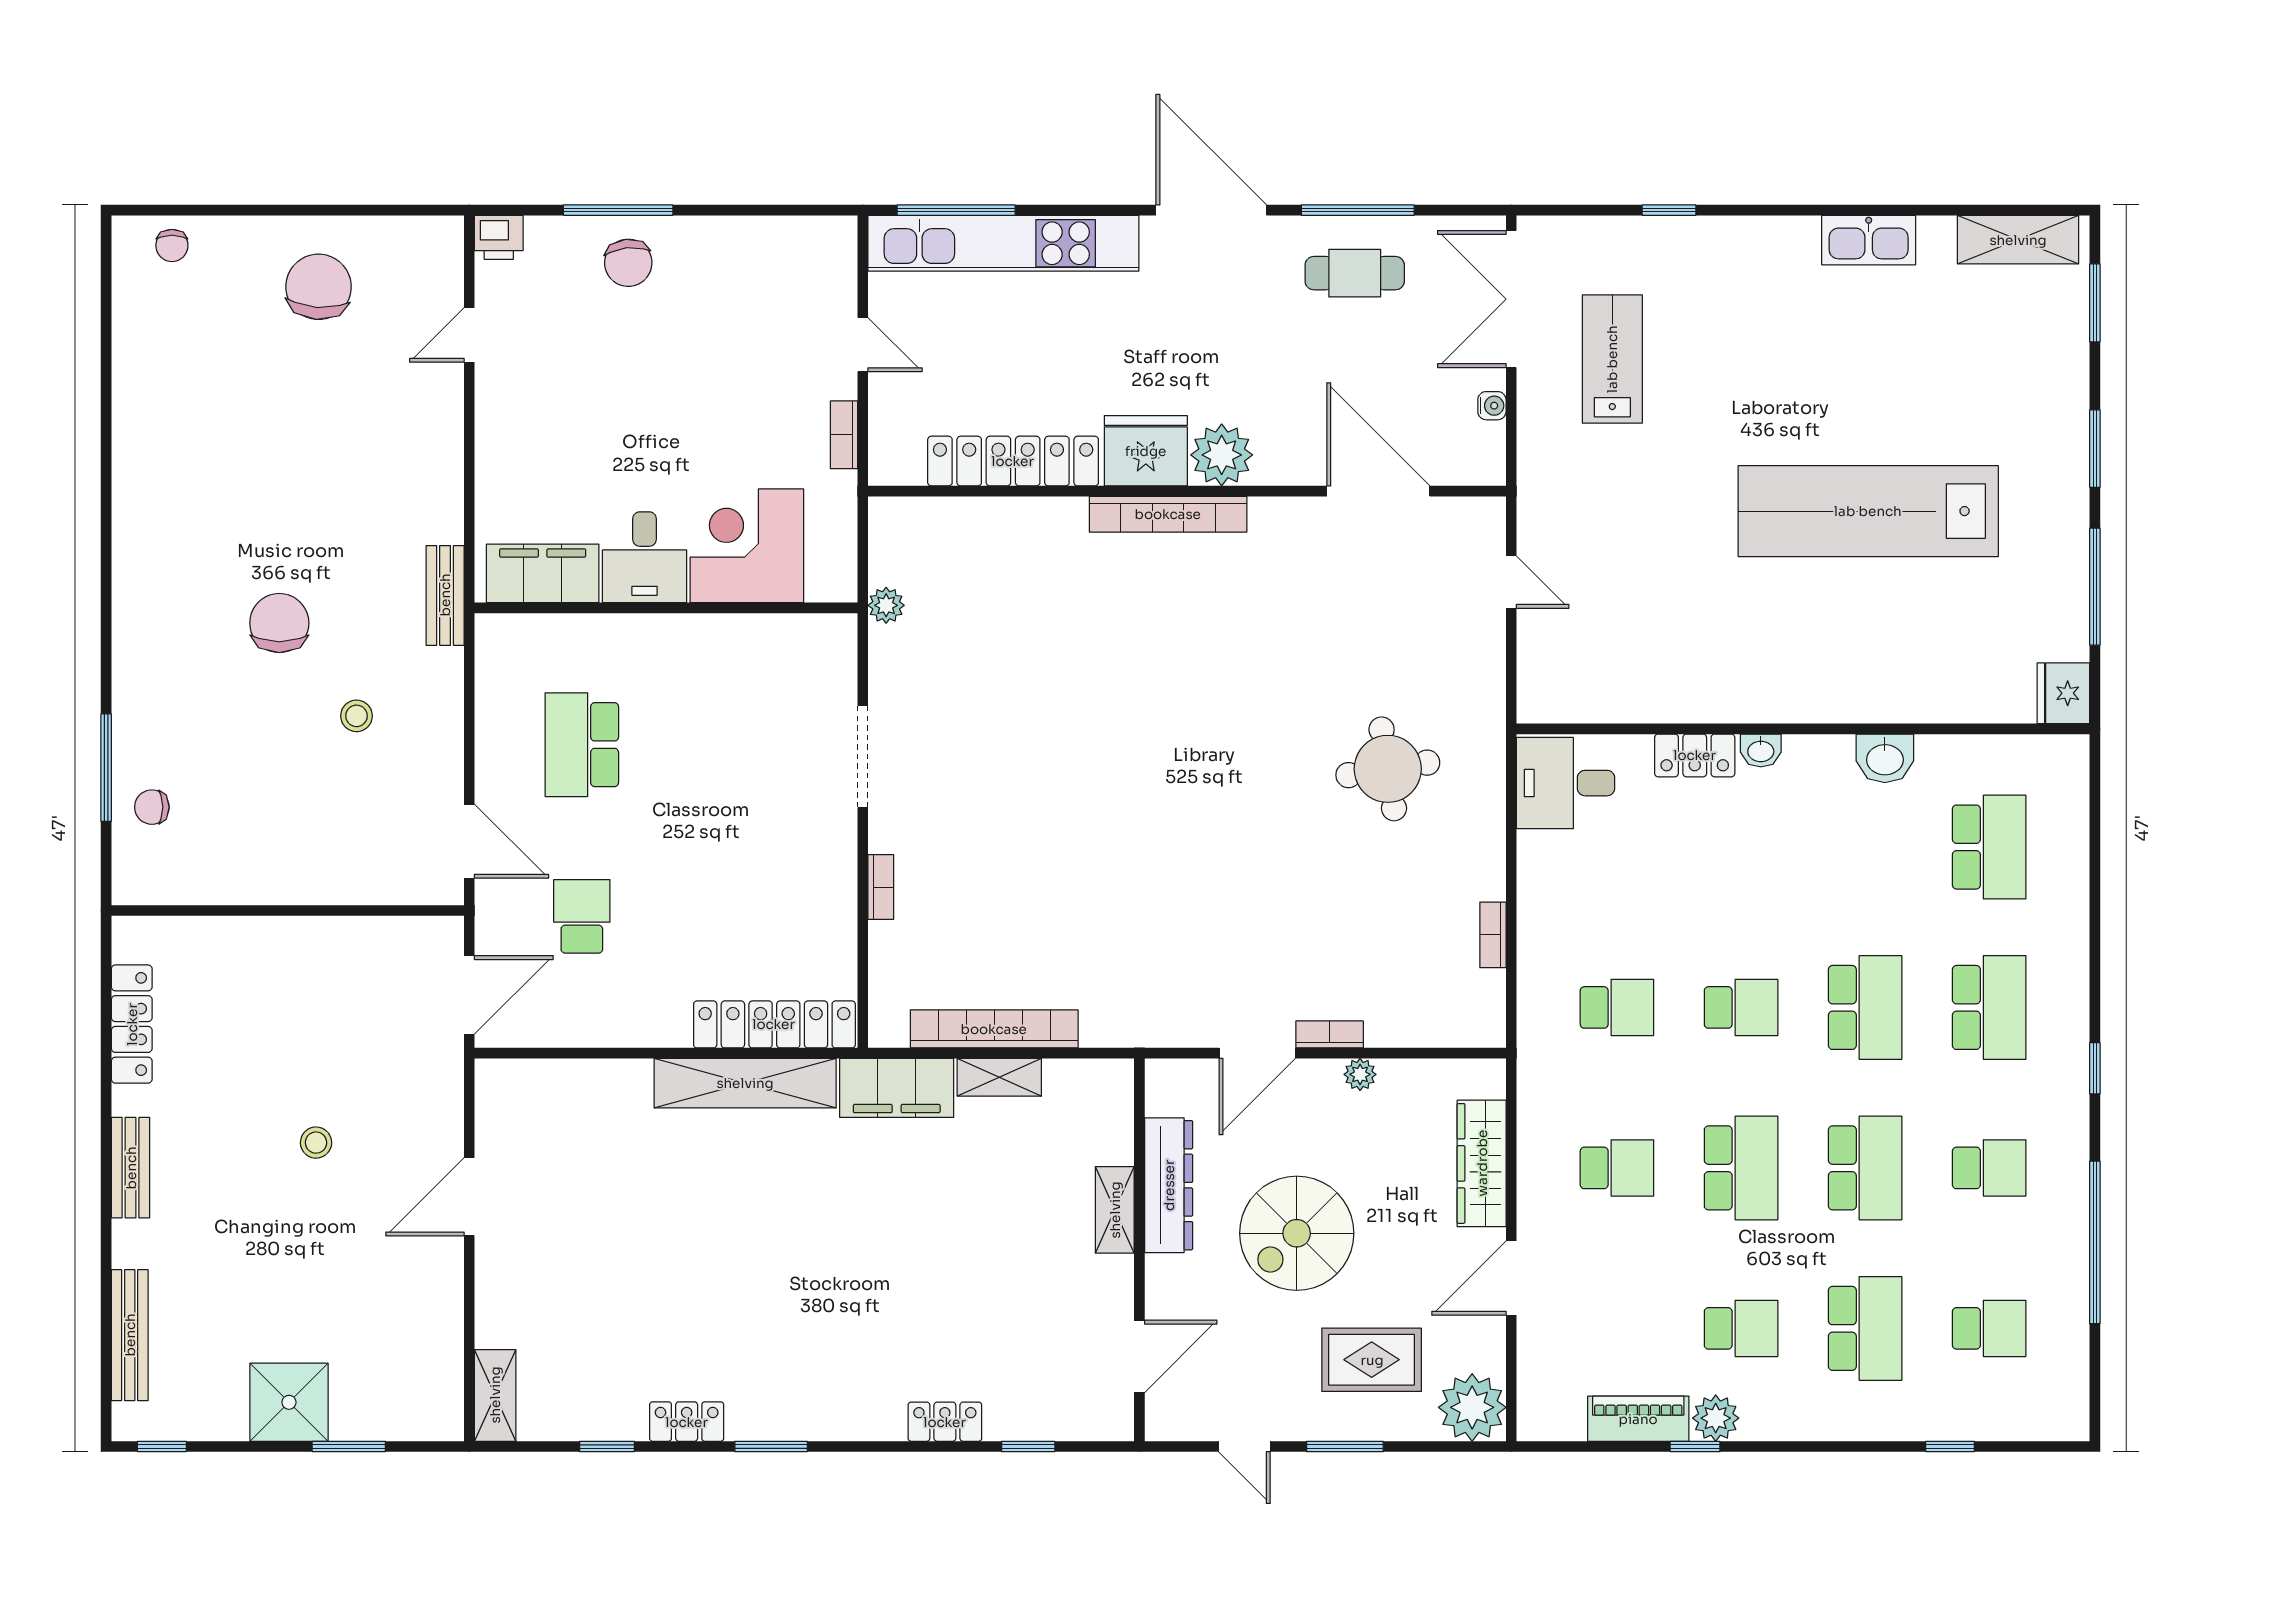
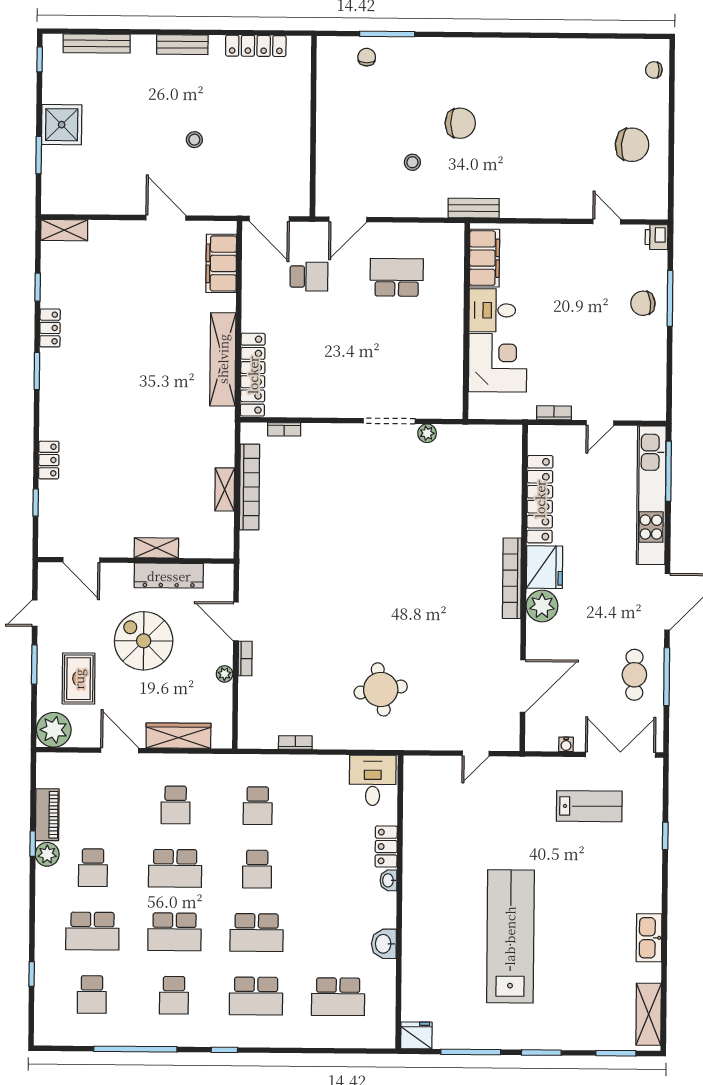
plant: (886, 605) -> (427, 433), moved
bookcase: (881, 887) -> (284, 429), moved
filing cabinet: (897, 1088) -> (221, 263), moved

